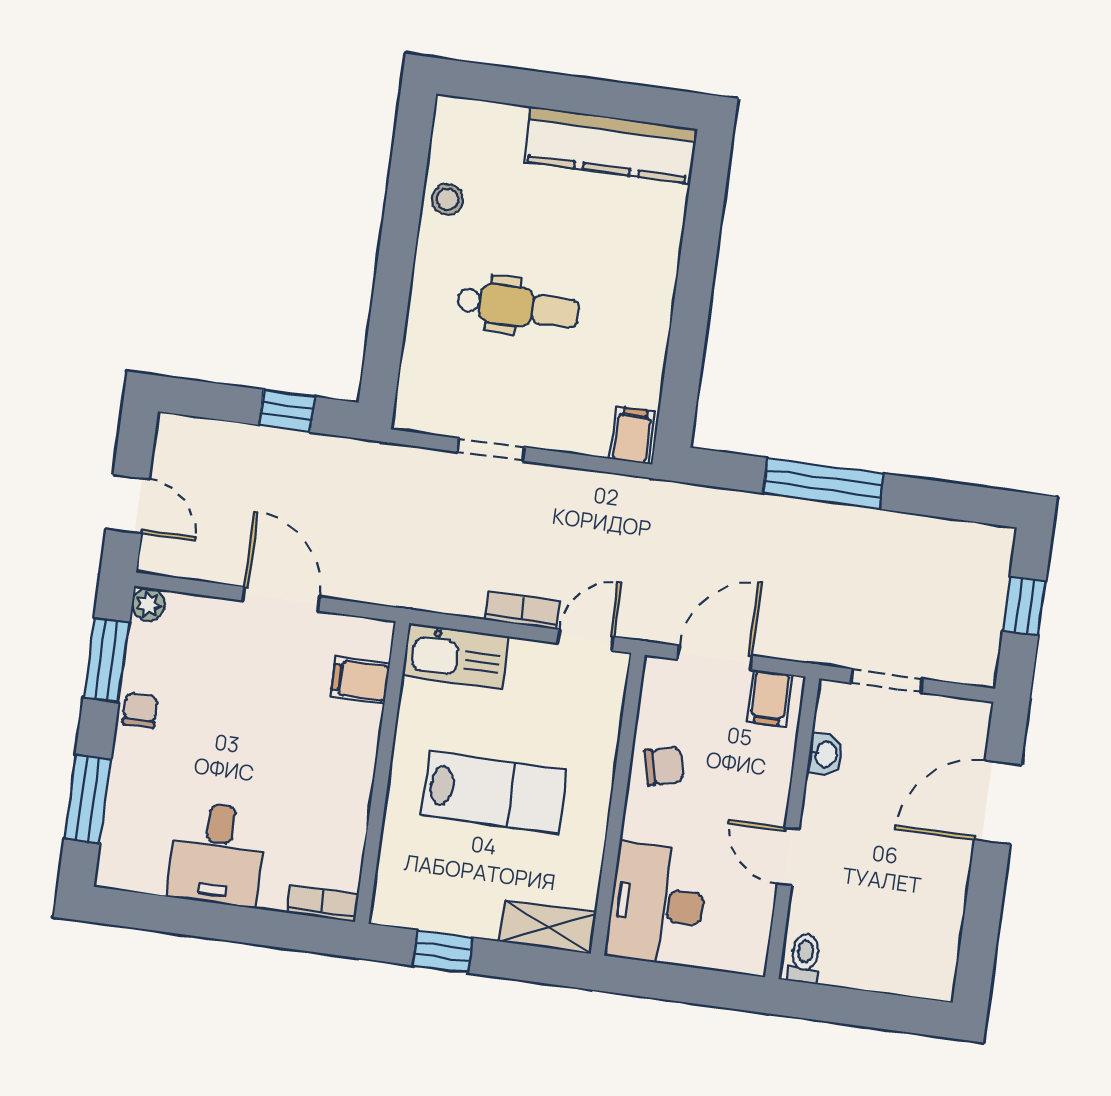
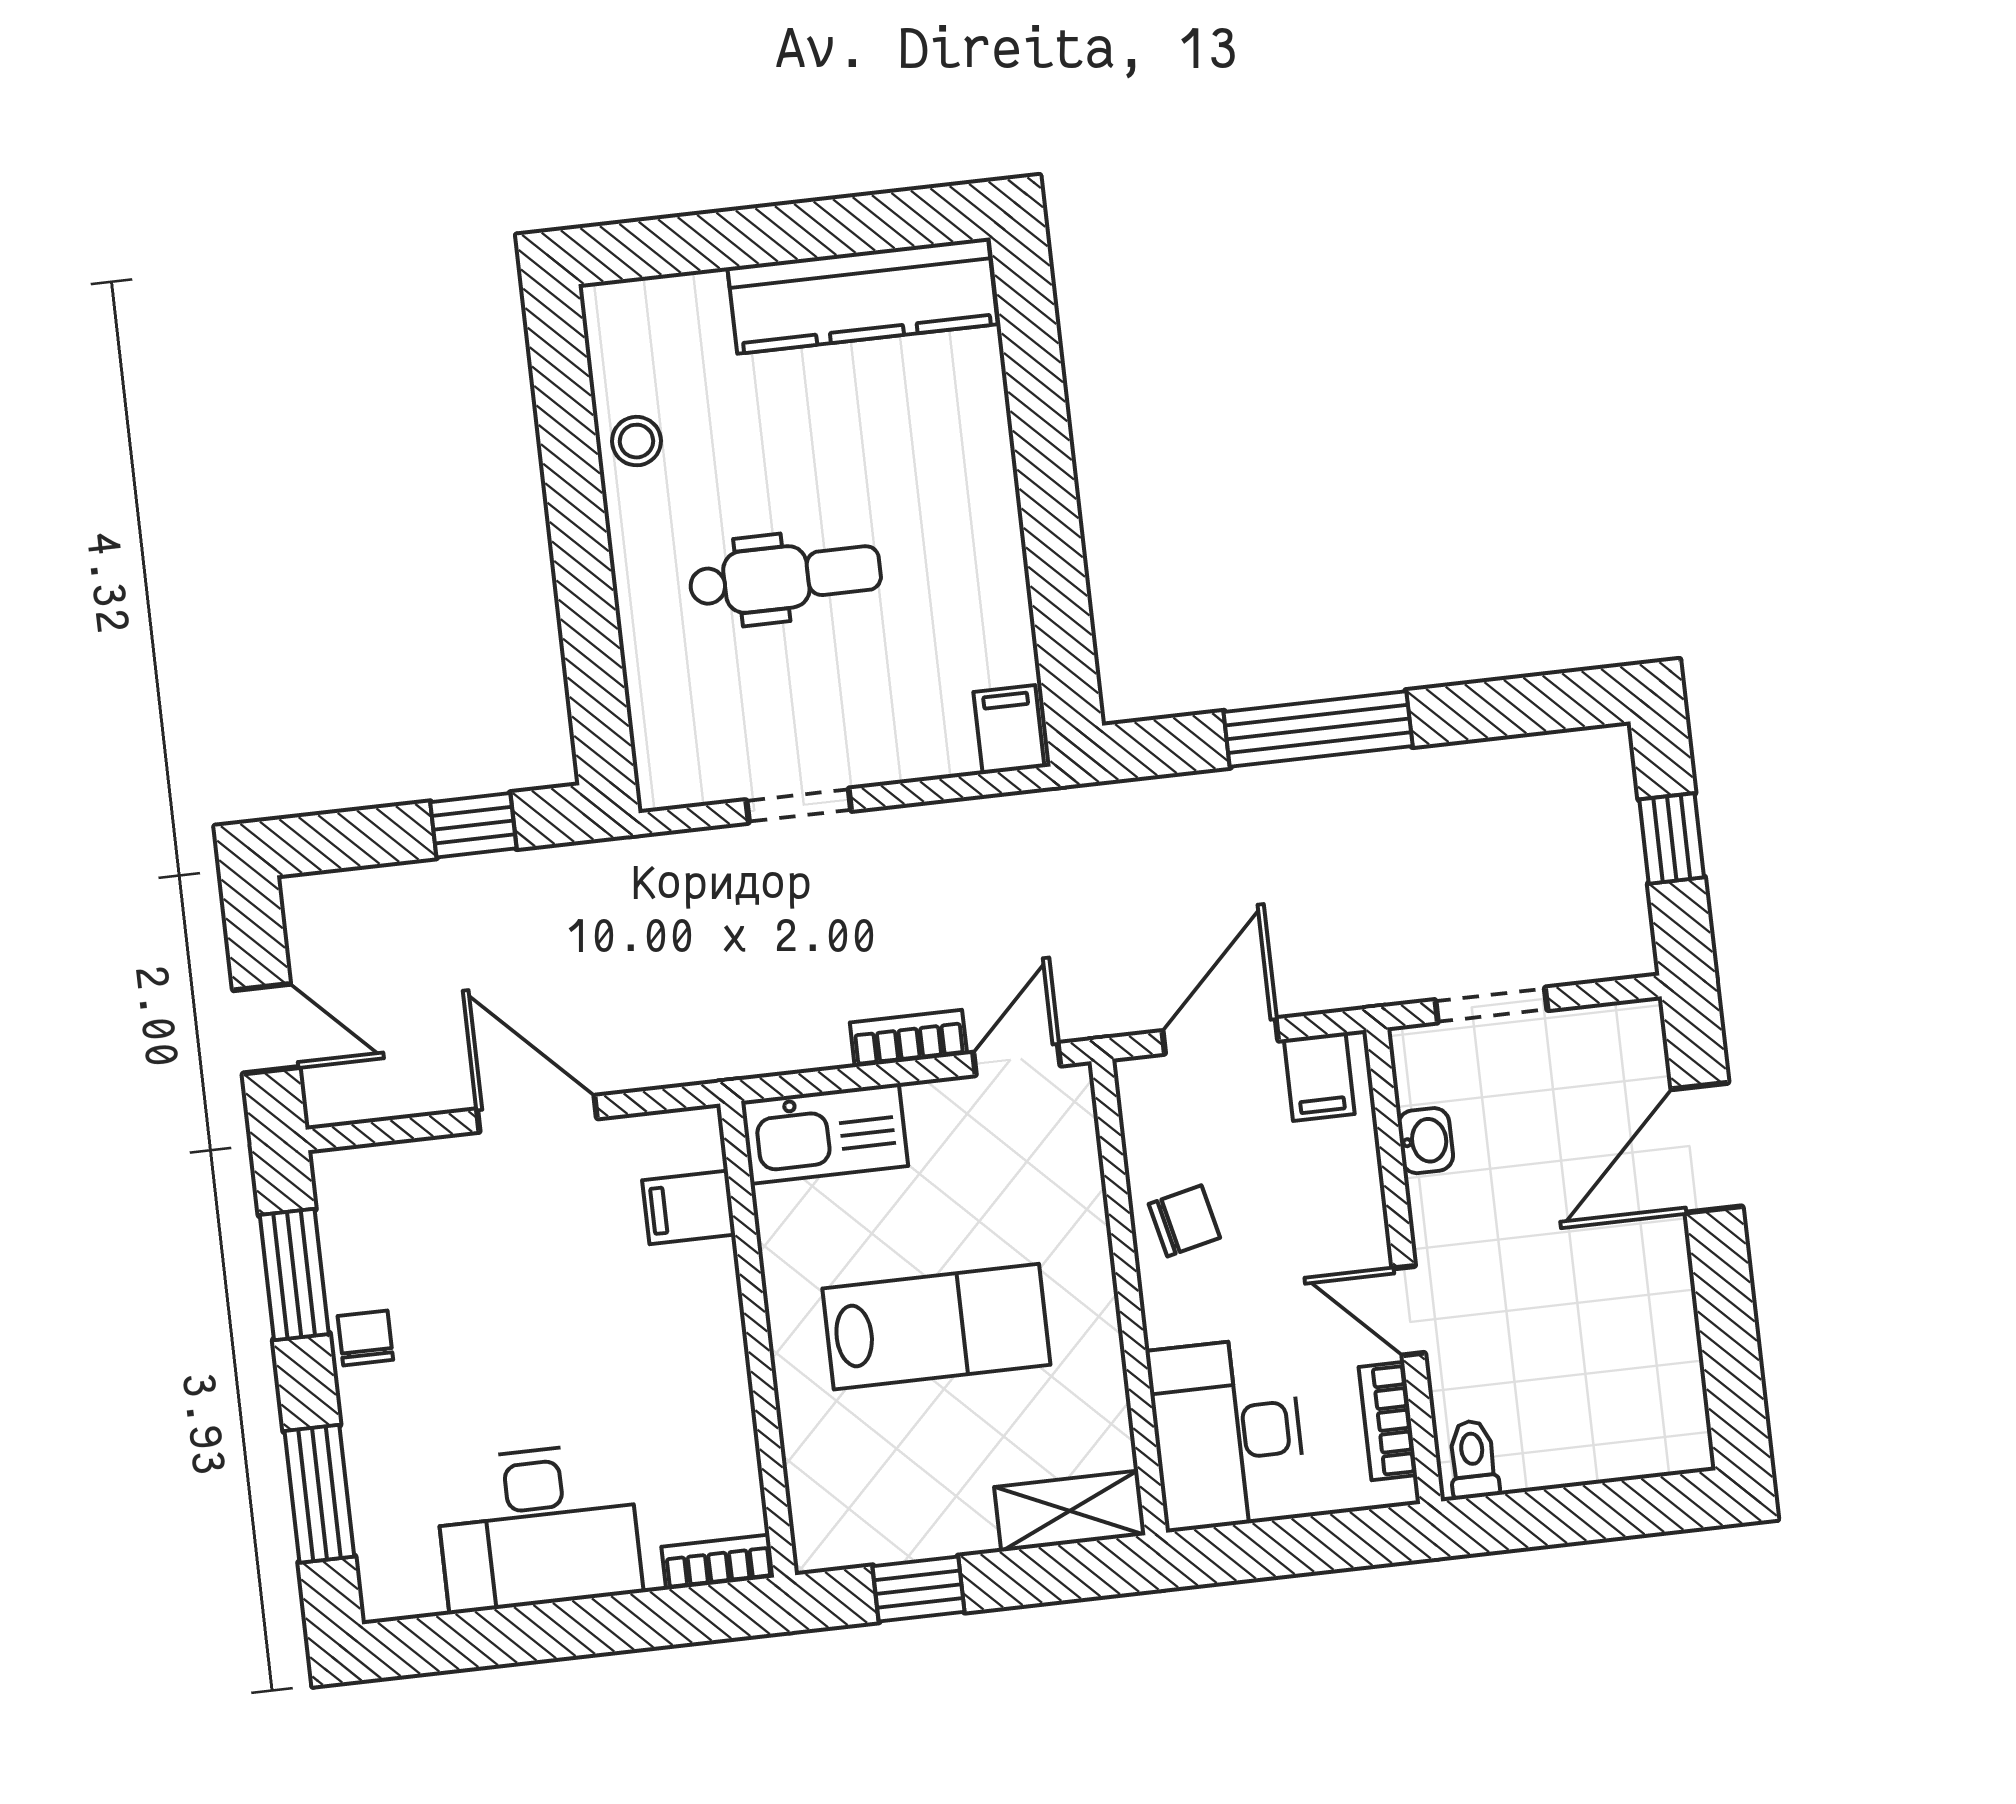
plant: (148, 604) -> (337, 1173), removed
desk: (217, 854) -> (538, 1527), width x1.37
bookcase: (758, 921) -> (1388, 1421), added

